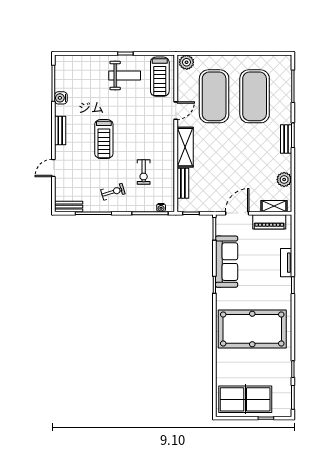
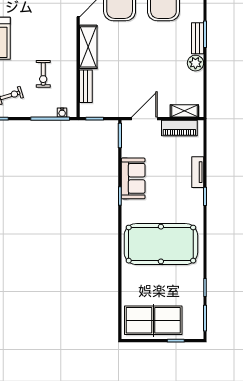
plant: (284, 179) -> (195, 63), moved
sofa: (227, 262) -> (133, 178), width x0.73

